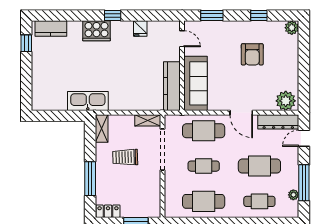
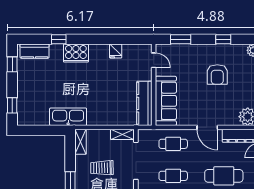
window: (113, 16) -> (59, 39), moved
window: (26, 88) -> (12, 105), added
cafe table: (204, 131) -> (173, 144), width x0.73, depth x0.74

